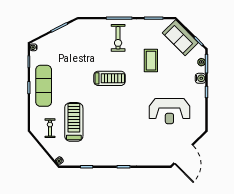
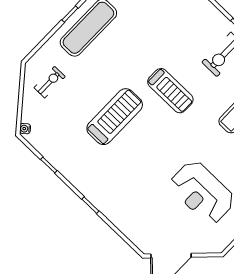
treadmill: (74, 122) -> (115, 117), moved

